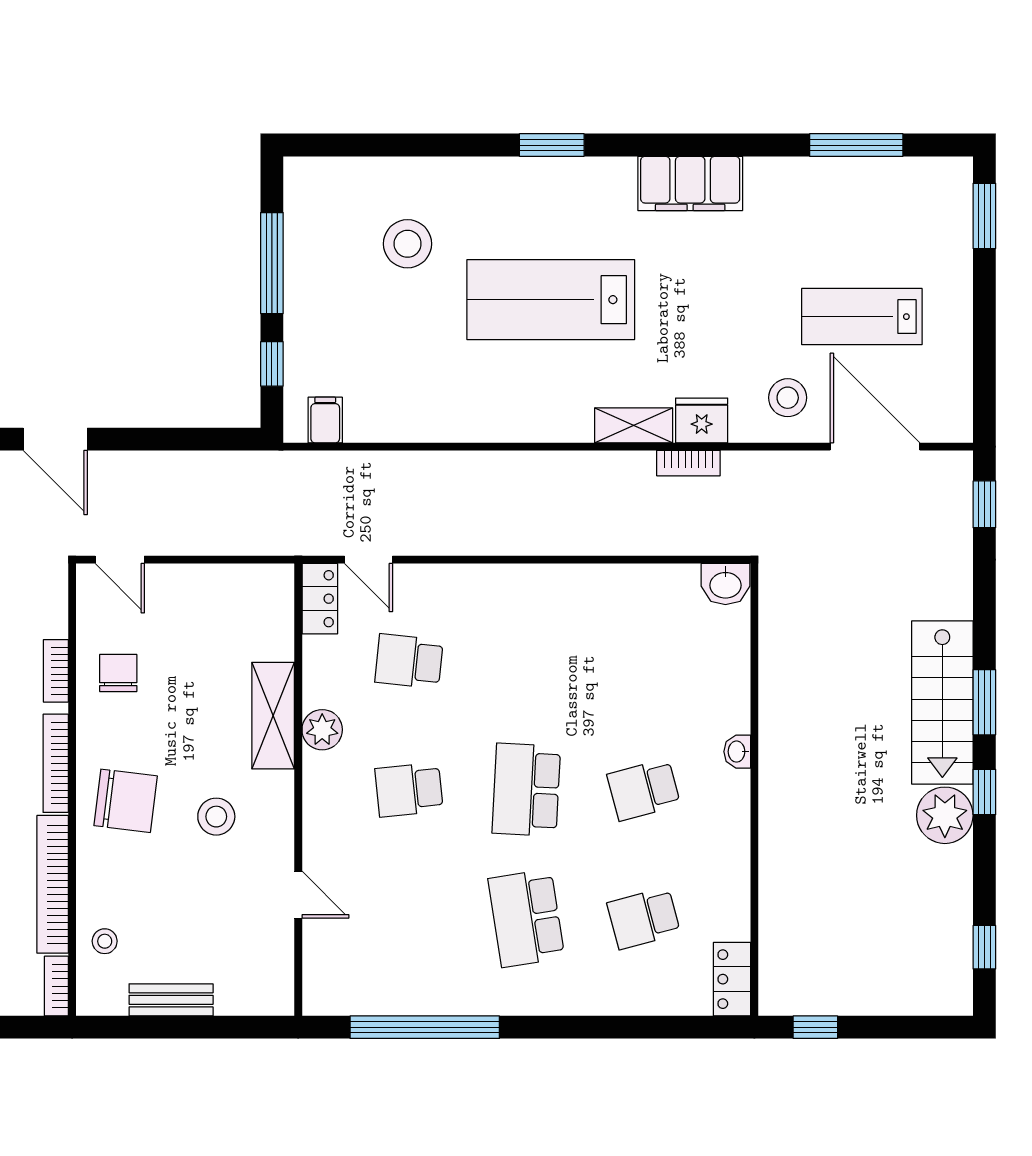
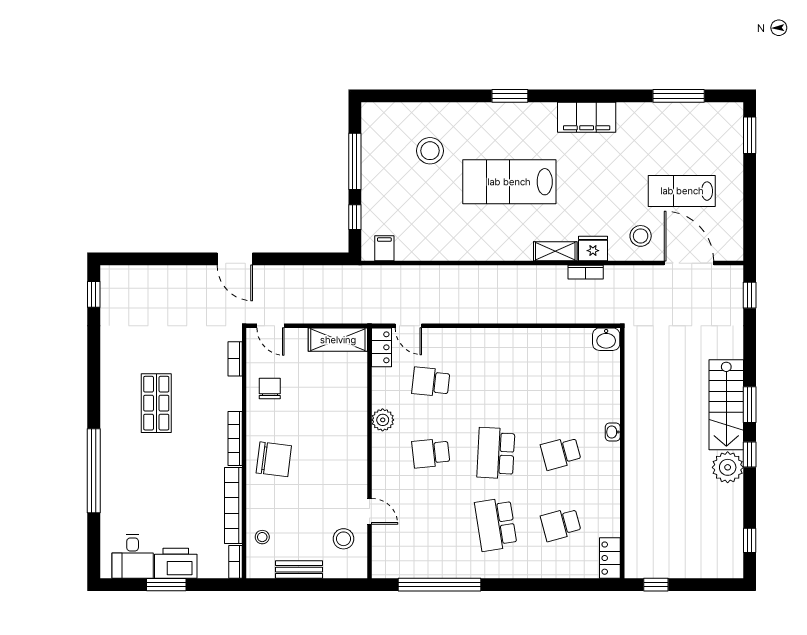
bookcase: (56, 671) -> (235, 359), moved
shelving: (273, 716) -> (338, 340), moved, turned 90
stool: (216, 817) -> (343, 539), moved

